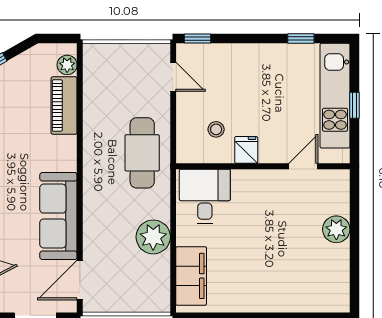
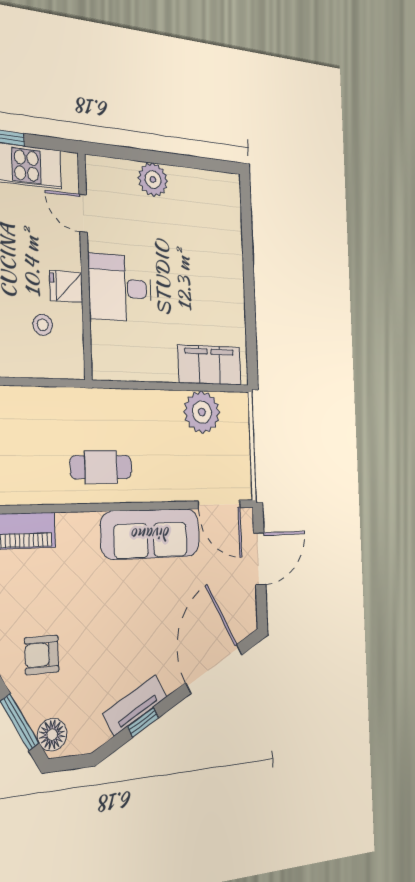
cafe table: (142, 153) -> (101, 467), moved, width x0.73, depth x0.74
desk: (205, 196) -> (120, 288), moved
plant: (153, 237) -> (202, 412), moved

